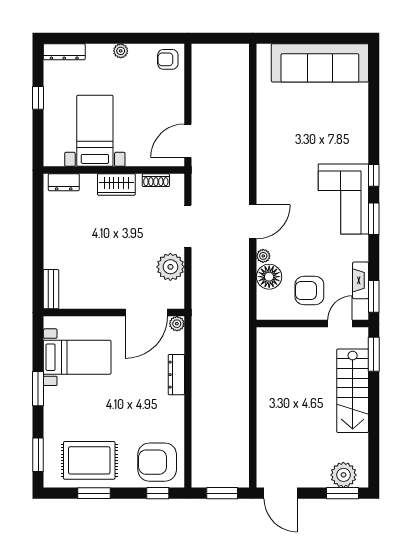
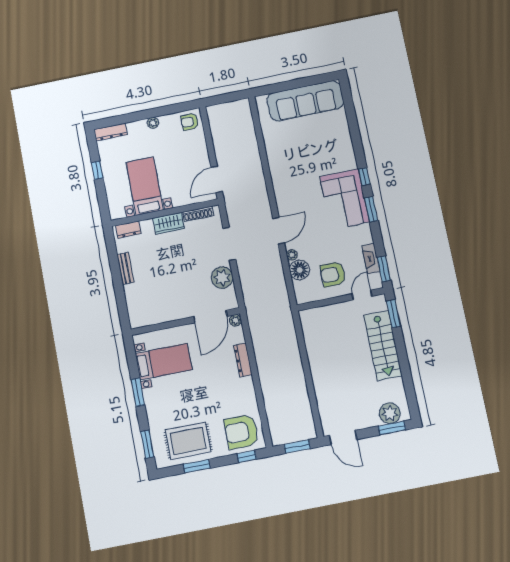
shoe rack: (156, 180) -> (198, 214), width x1.43
bench: (51, 289) -> (125, 268), moved

